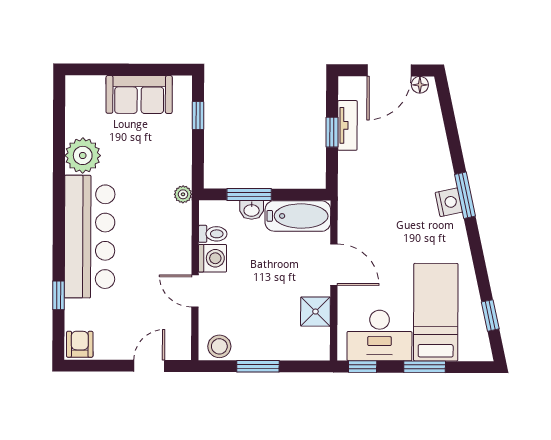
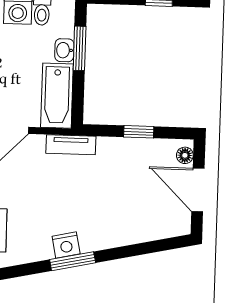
floor lamp: (420, 85) -> (185, 155), moved
tv unit: (347, 125) -> (71, 145), moved

